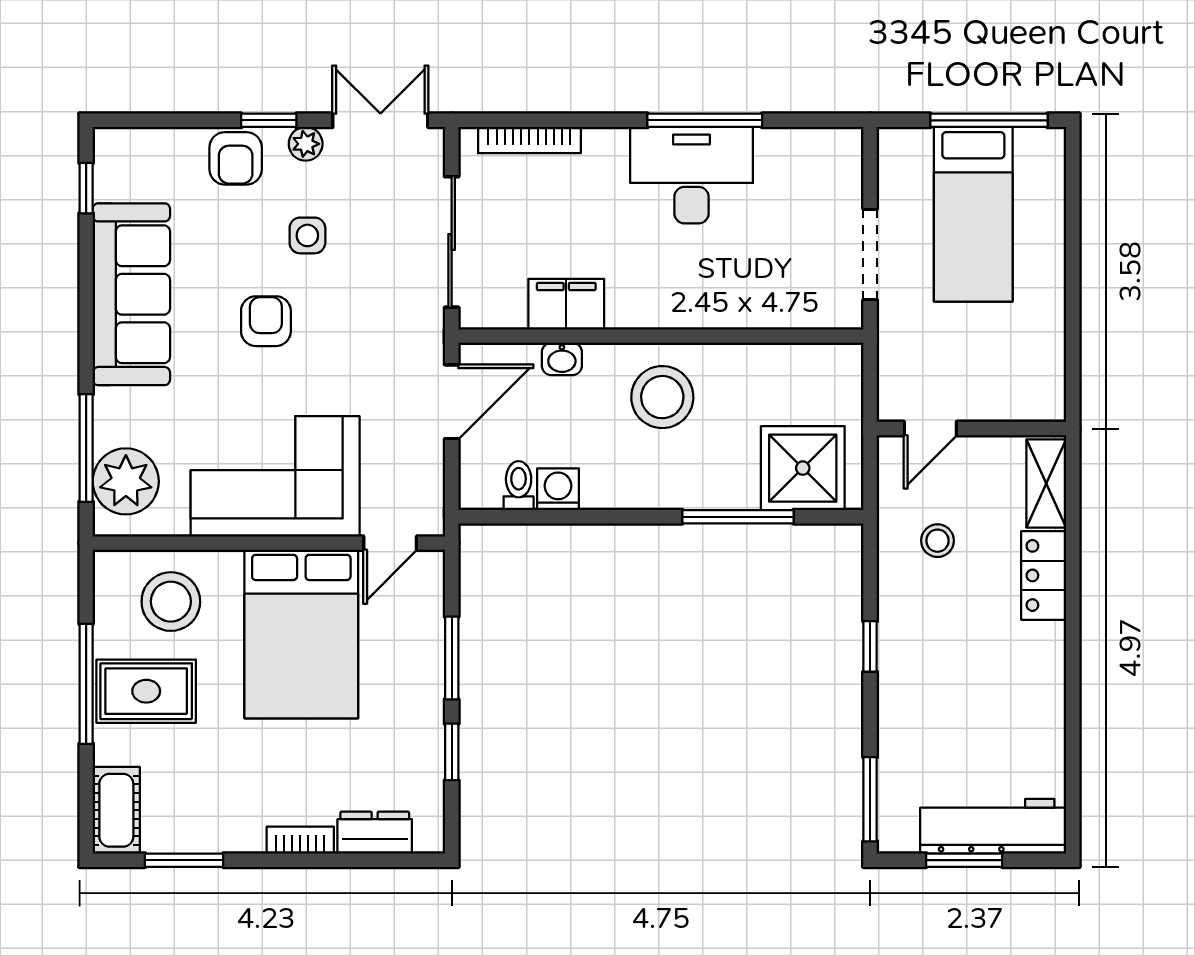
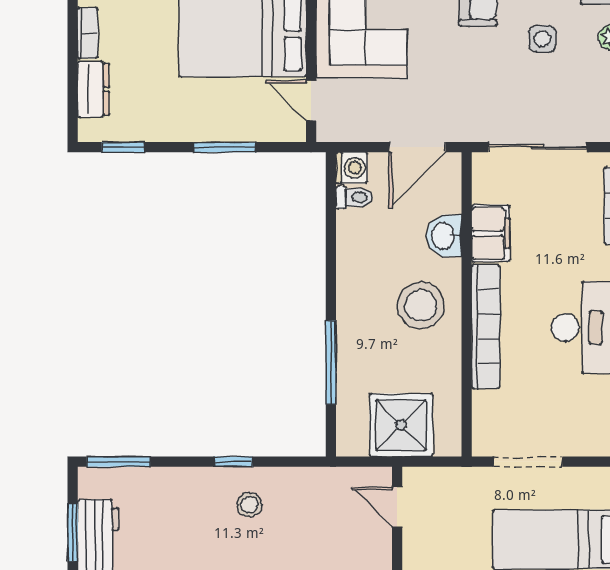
bookcase: (690, 311) -> (486, 327), added
washbasin: (562, 359) -> (444, 236), width x1.38, depth x1.45
door: (452, 402) -> (417, 147), hinge flipped
shower: (803, 468) -> (401, 425), moved
washing machine: (558, 489) -> (352, 168), moved
stool: (937, 541) -> (249, 505), moved
window: (452, 752) -> (123, 147), moved

